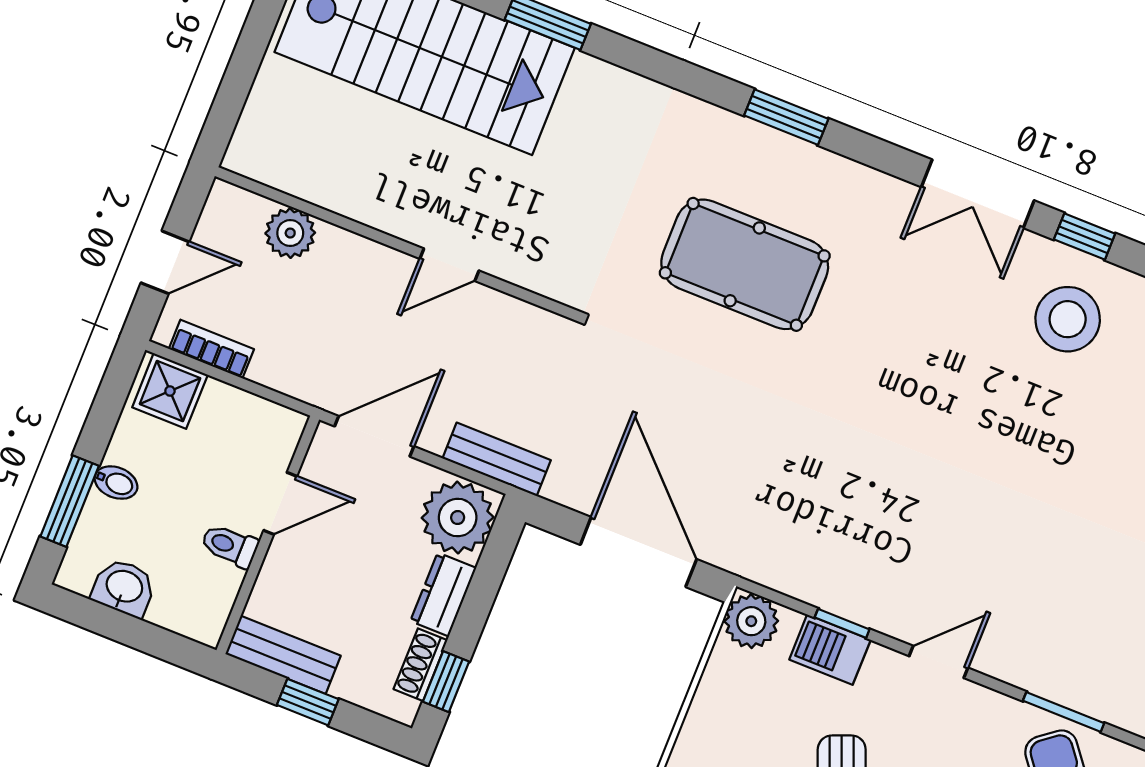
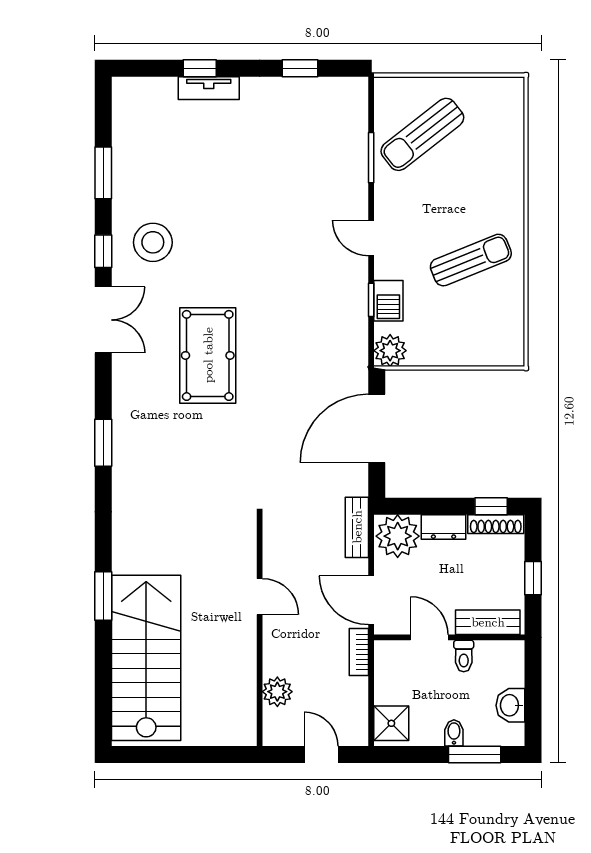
pool table: (745, 264) -> (208, 355), moved
bookcase: (211, 349) -> (359, 652), moved
bench: (283, 655) -> (488, 622), moved, turned 90
shoe rack: (420, 665) -> (496, 524), width x1.43

